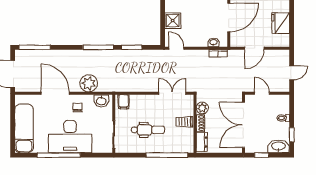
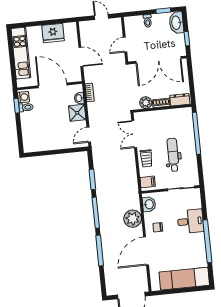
shower: (173, 21) -> (77, 113), moved
window: (35, 47) -> (100, 250), moved
trolley: (184, 122) -> (146, 158), moved
desk: (70, 137) -> (190, 221), width x0.53, depth x0.77

